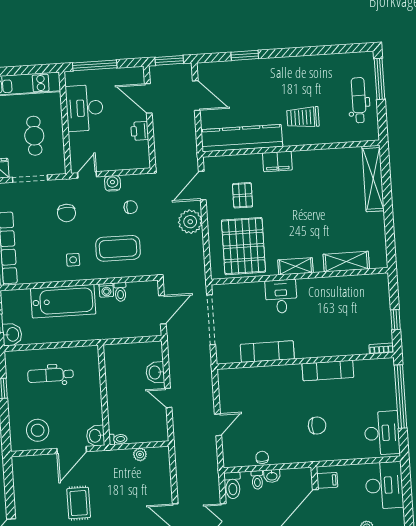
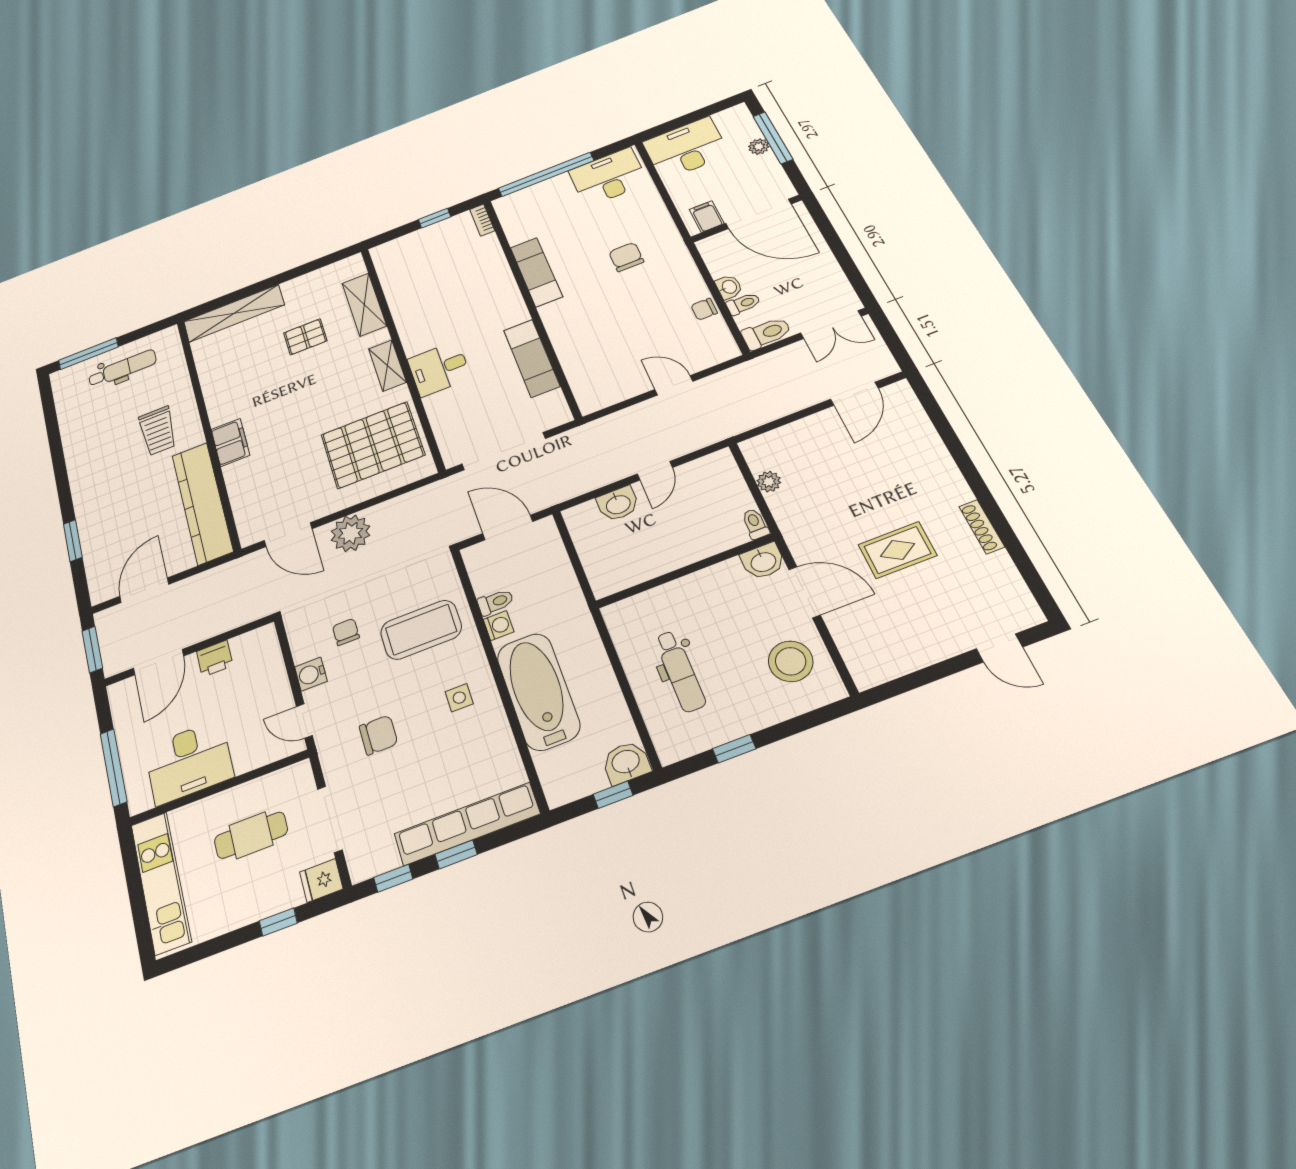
dental chair: (359, 100) -> (122, 368), turned 180
pallet: (243, 195) -> (305, 337), moved
coffee table: (118, 248) -> (421, 630), turned 90

